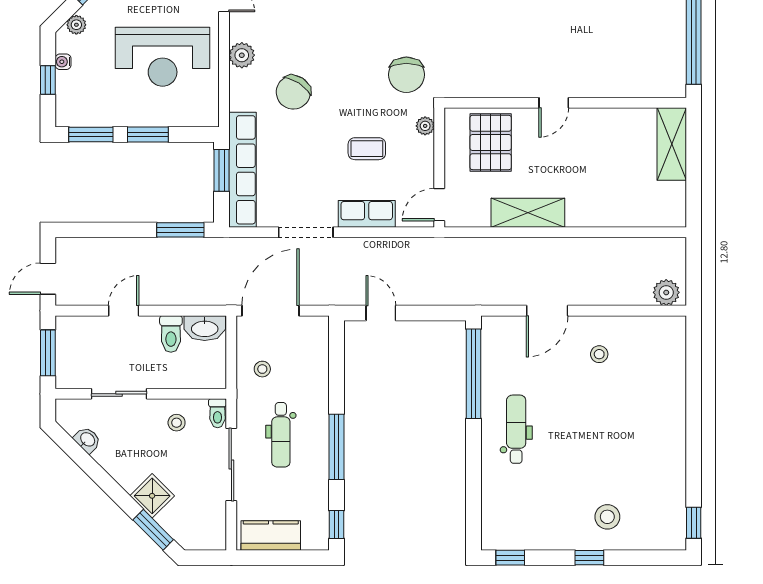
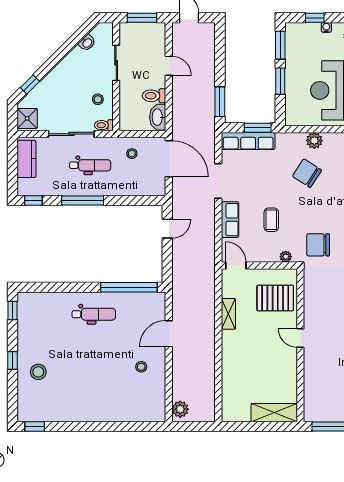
plant: (242, 55) -> (314, 141), moved
row of seats: (243, 170) -> (248, 141), width x0.73
shelving: (528, 213) -> (228, 314), width x0.67, depth x0.75
door: (547, 311) -> (169, 334), hinge flipped
dental chair: (281, 435) -> (90, 165), turned 180
shower: (152, 496) -> (27, 118), moved, turned 45
window: (153, 530) -> (30, 84), width x0.67

